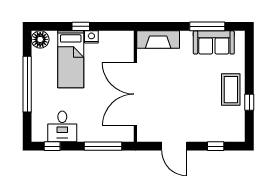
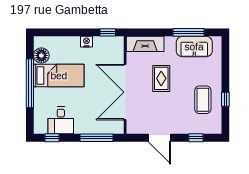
window: (81, 26) -> (108, 32), moved
floor lamp: (40, 39) -> (41, 55), moved
bed: (71, 59) -> (59, 76), moved, turned -90
rug: (176, 79) -> (161, 78), added
coffee table: (231, 90) -> (203, 100), moved

